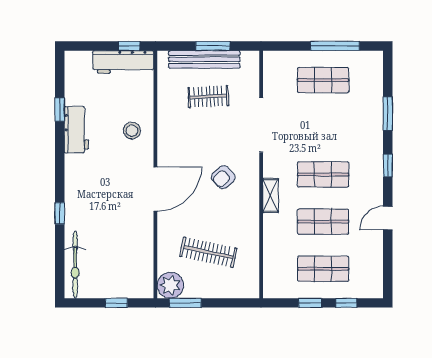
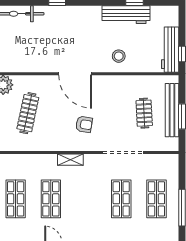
workbench: (76, 130) -> (126, 15), width x1.38
shop shelf: (323, 174) -> (121, 199), moved
armchair: (223, 177) -> (84, 124), turned 141

